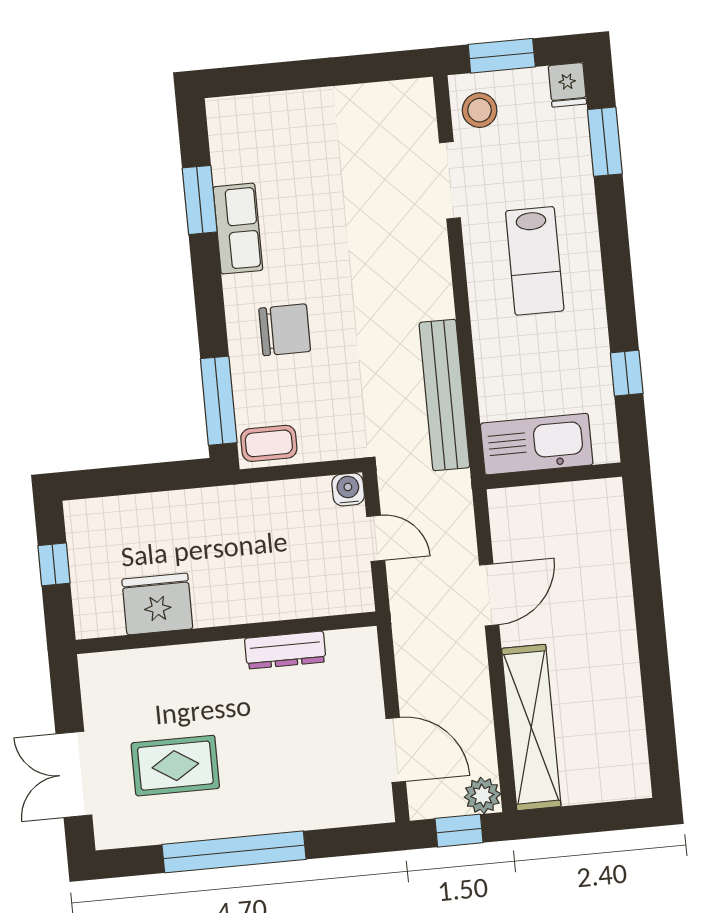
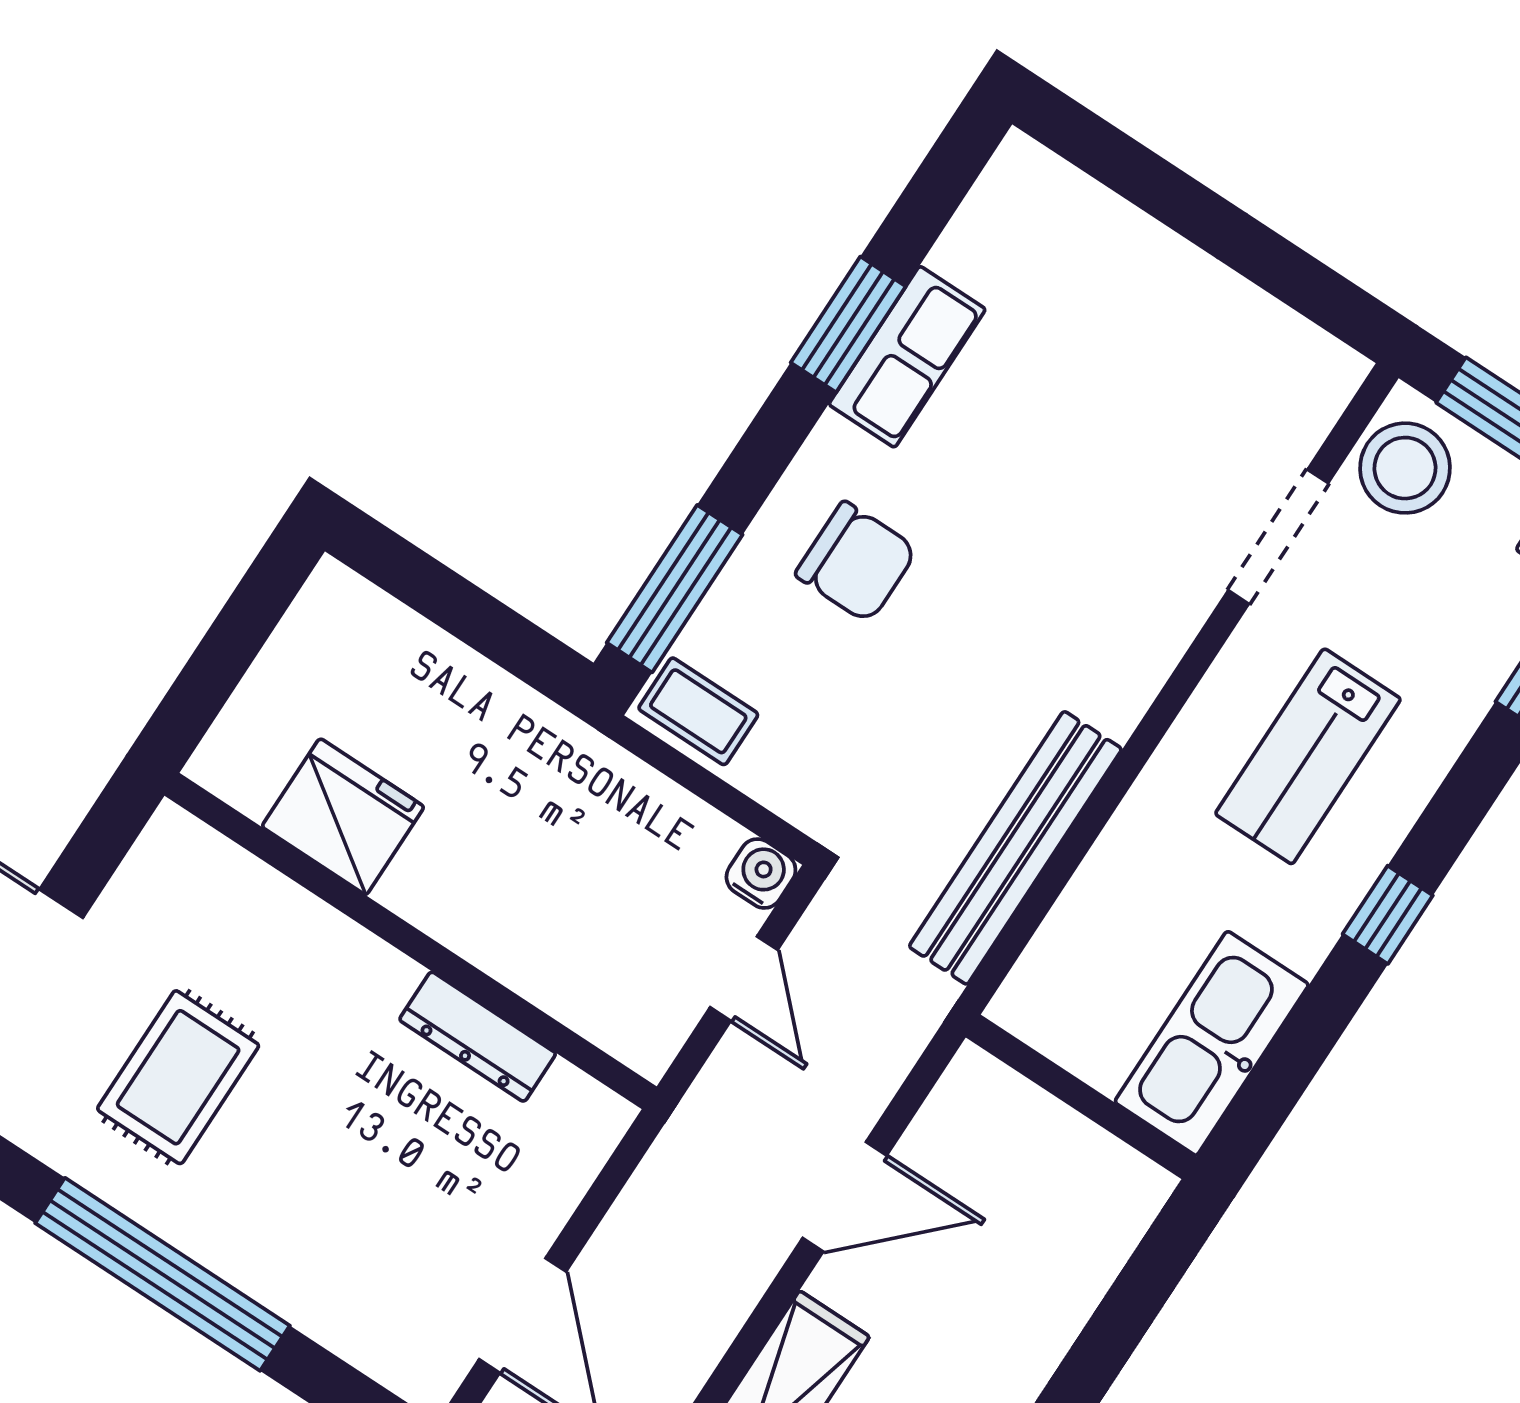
stool: (480, 110) -> (1405, 468), width x1.38, depth x1.38
window: (200, 200) -> (848, 324), moved
window: (627, 373) -> (1388, 915), moved
kitchen sink: (537, 444) -> (1212, 1043), moved, turned -90
window: (54, 564) -> (237, 636), removed
rug: (175, 766) -> (178, 1077), turned 90

